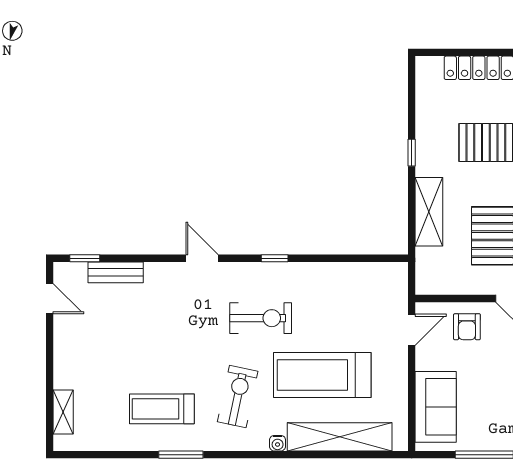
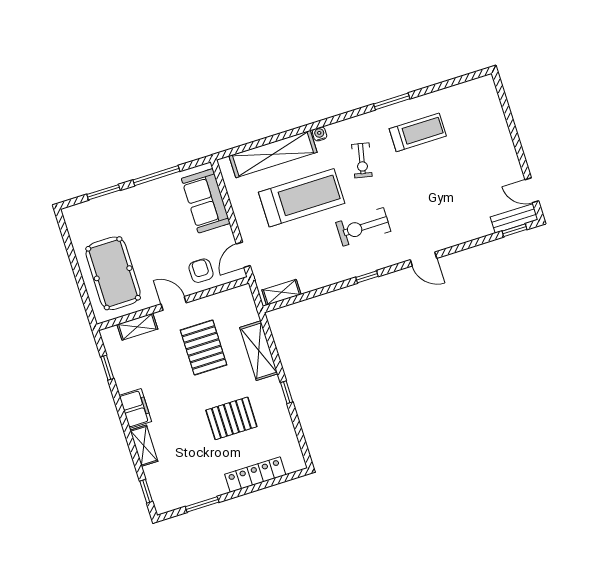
bench: (116, 272) -> (514, 218), moved
exercise bike: (238, 397) -> (362, 160), width x0.73, depth x0.72
shelving: (63, 412) -> (281, 292), moved, turned 90

